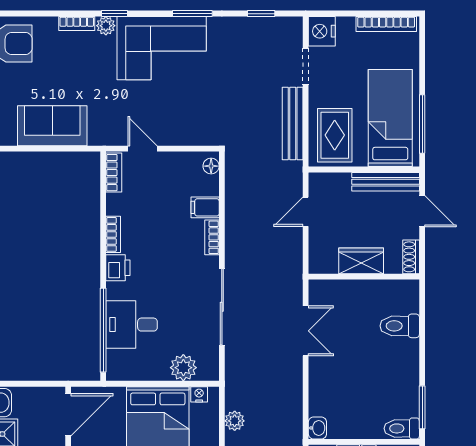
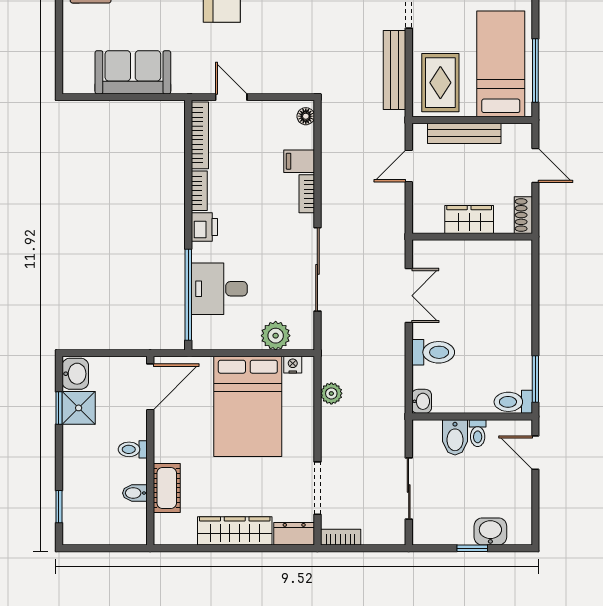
bookcase: (114, 173) -> (200, 135), width x1.56
bench: (386, 182) -> (464, 133), moved
toilet: (400, 326) -> (433, 352), moved, turned 180

